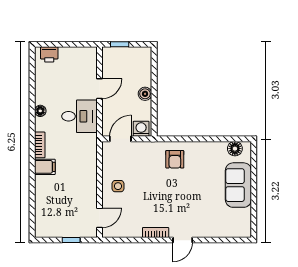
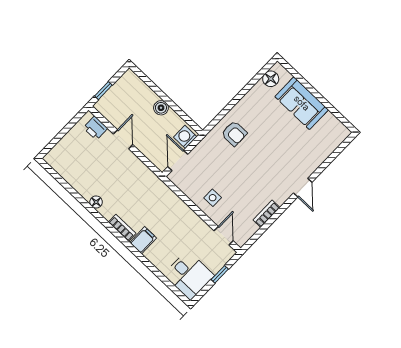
printer: (49, 54) -> (95, 128), moved, turned 90
desk: (79, 116) -> (189, 275), moved, turned 90
bookcase: (156, 232) -> (266, 214), moved

